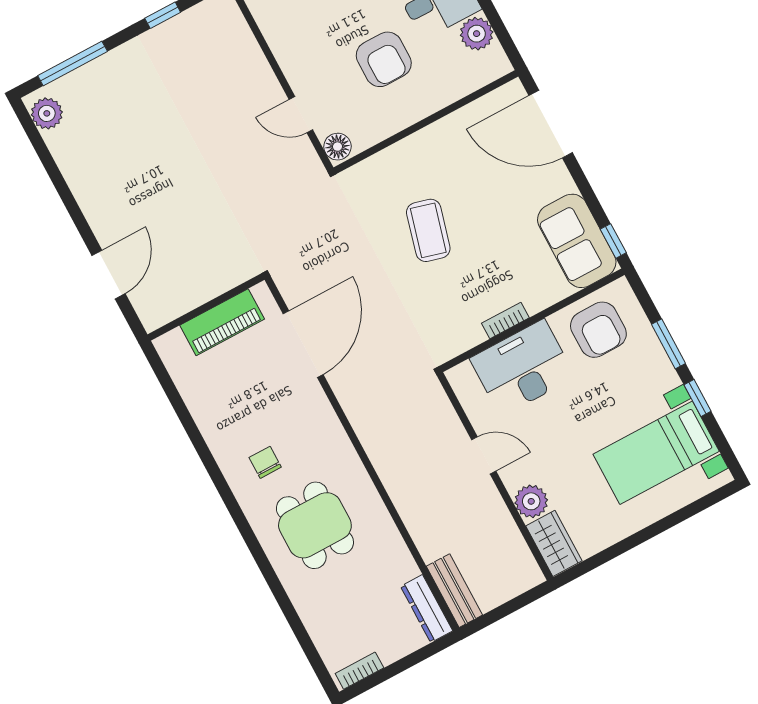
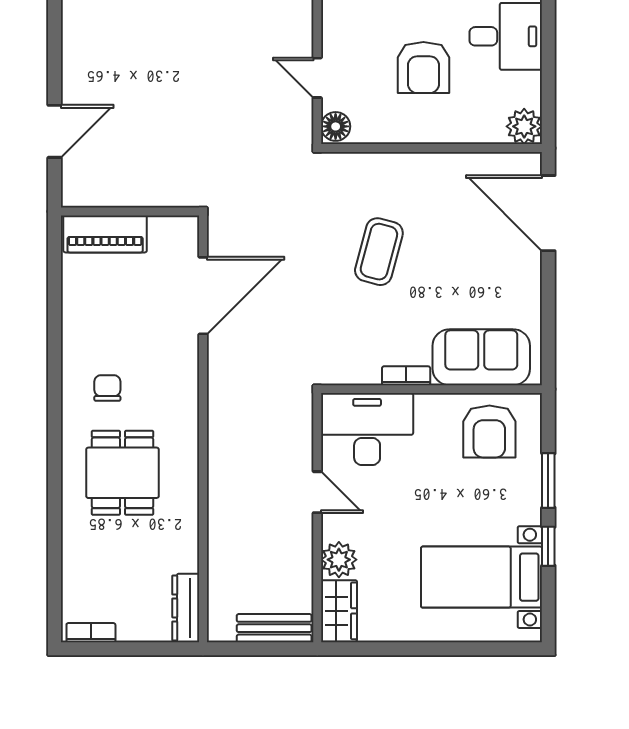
plant: (477, 34) -> (524, 126), moved
sofa: (577, 241) -> (481, 357), moved, turned 90
window: (613, 241) -> (548, 355), removed
piano: (222, 322) -> (105, 234), moved
desk: (523, 368) -> (367, 429), moved
bench: (454, 591) -> (274, 628), moved, turned 90

